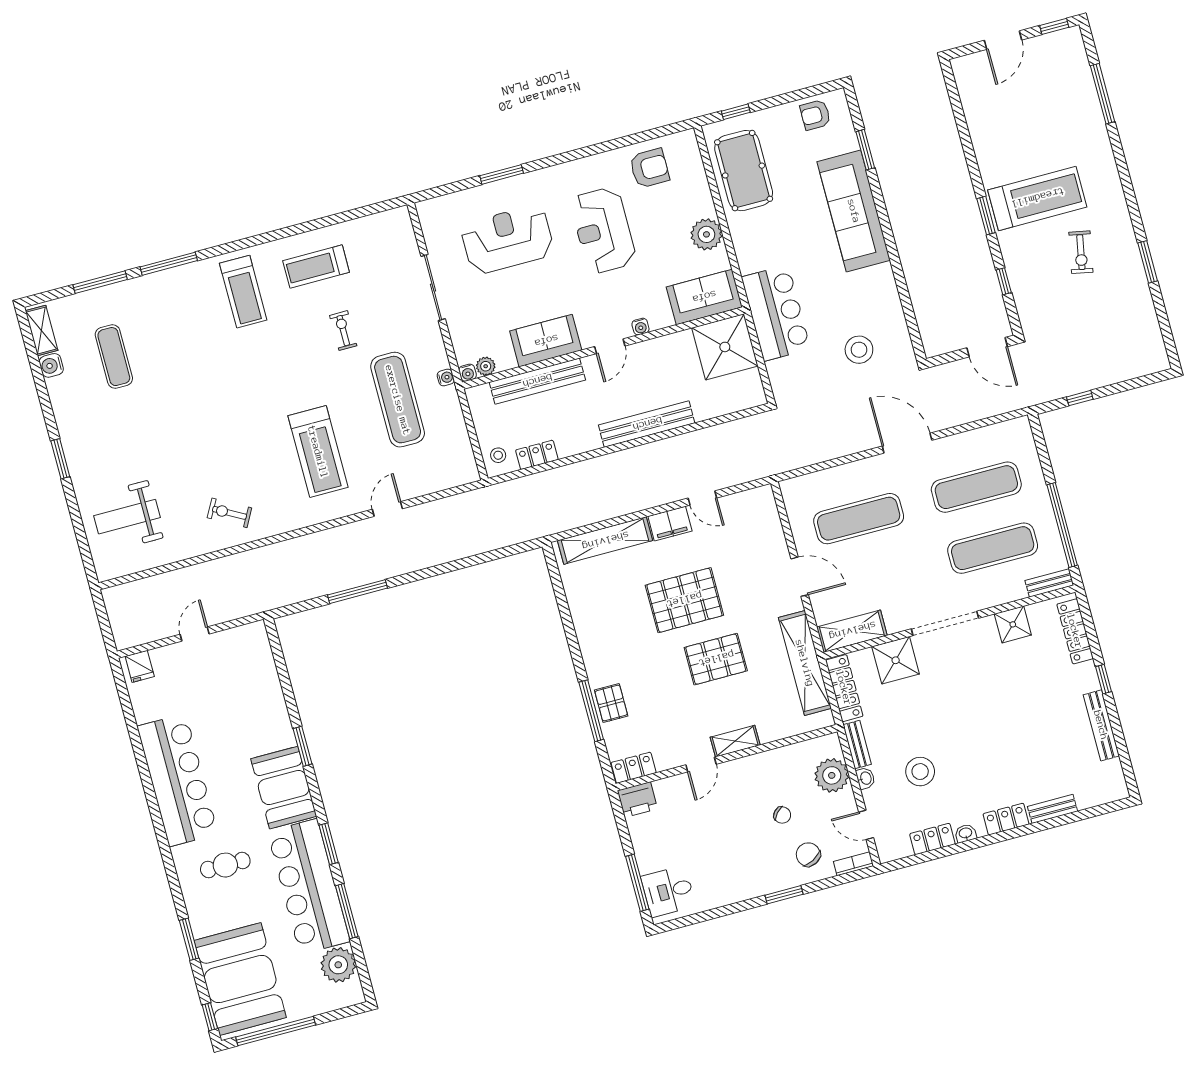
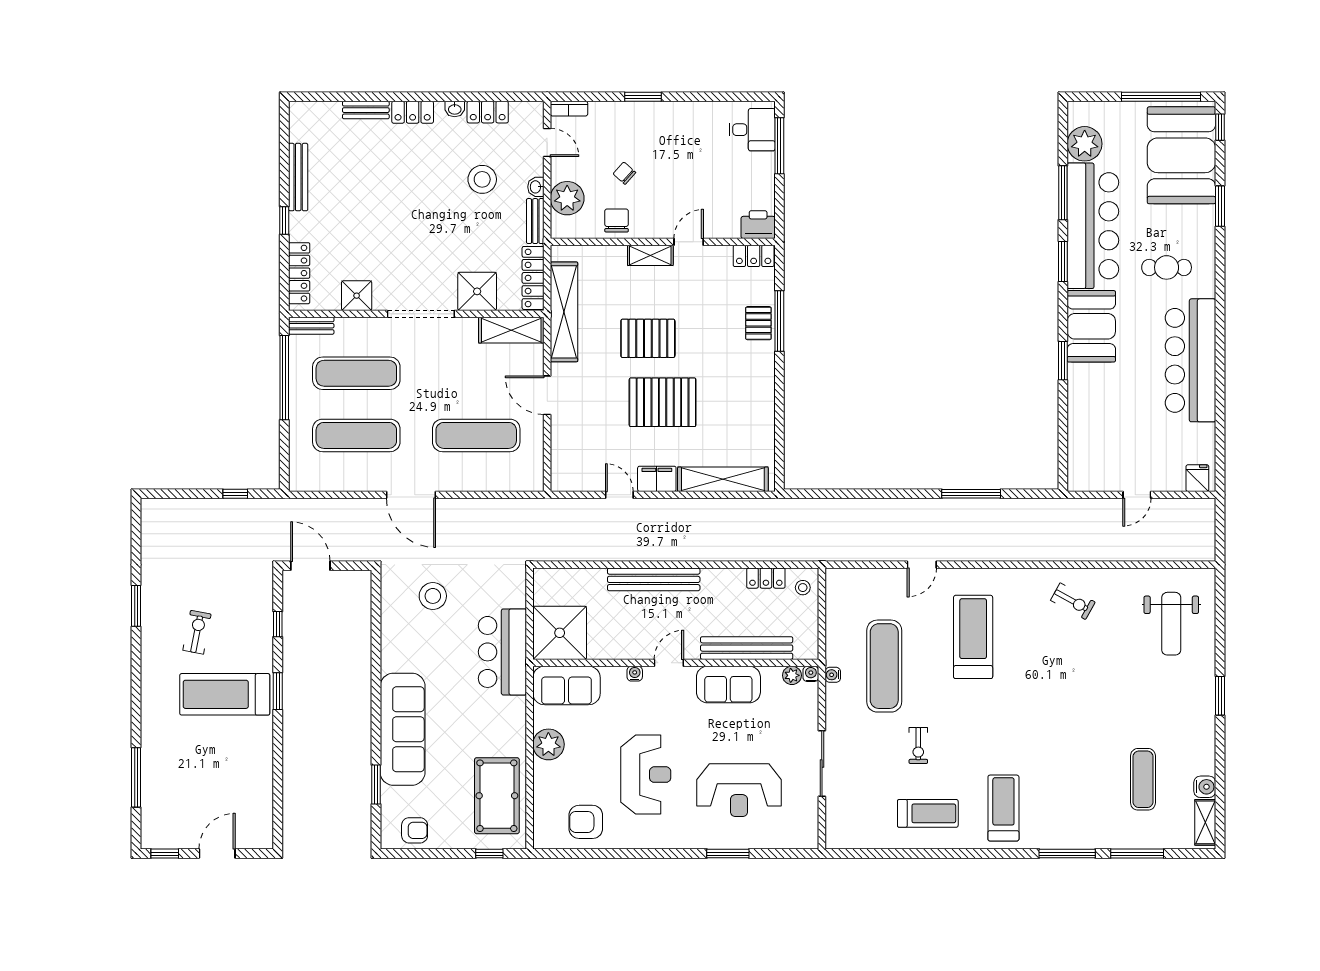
weight bench: (127, 517) -> (1171, 624), turned 90
chair: (808, 855) -> (617, 220), moved, turned -152

